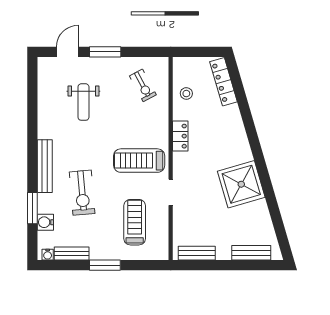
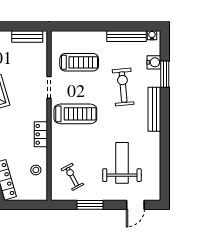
window: (105, 52) -> (90, 205), moved
weight bench: (83, 102) -> (122, 163), width x1.36, depth x1.33
treadmill: (135, 222) -> (79, 62), turned -90
bench: (72, 253) -> (127, 36), width x1.36
window: (105, 265) -> (104, 26), removed

